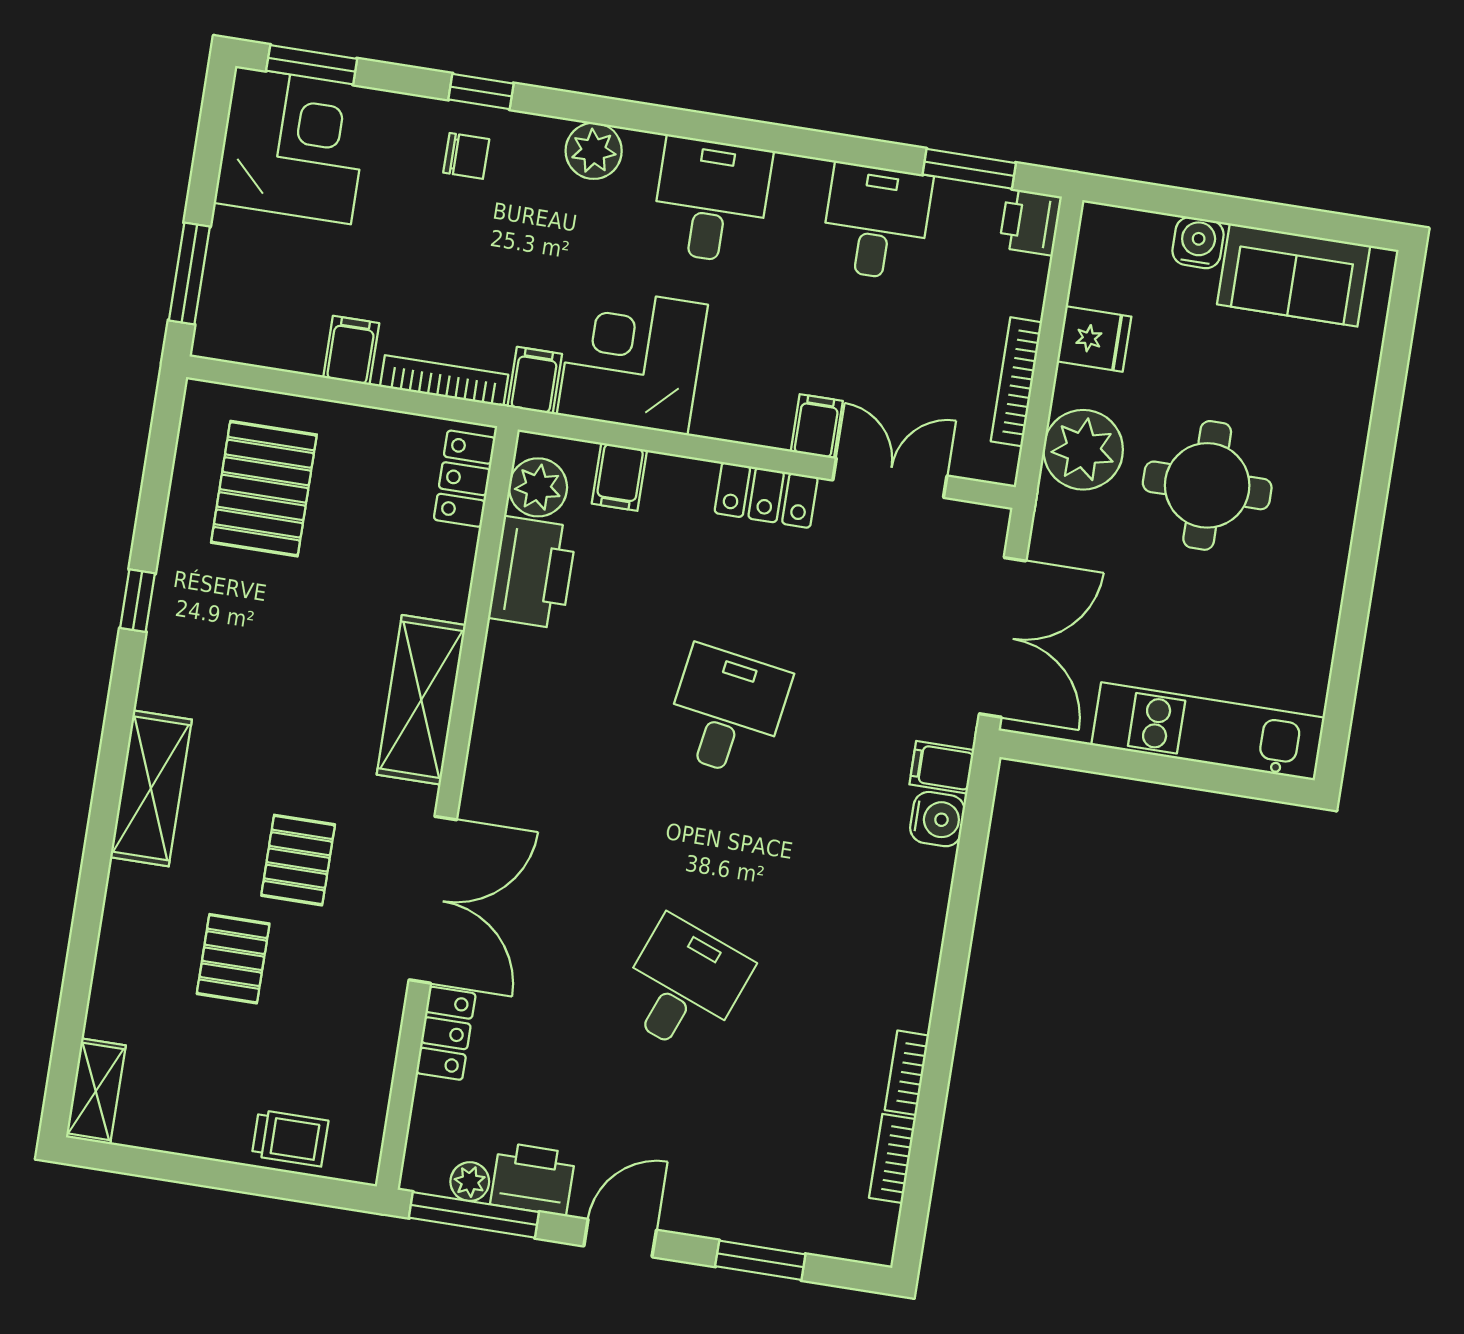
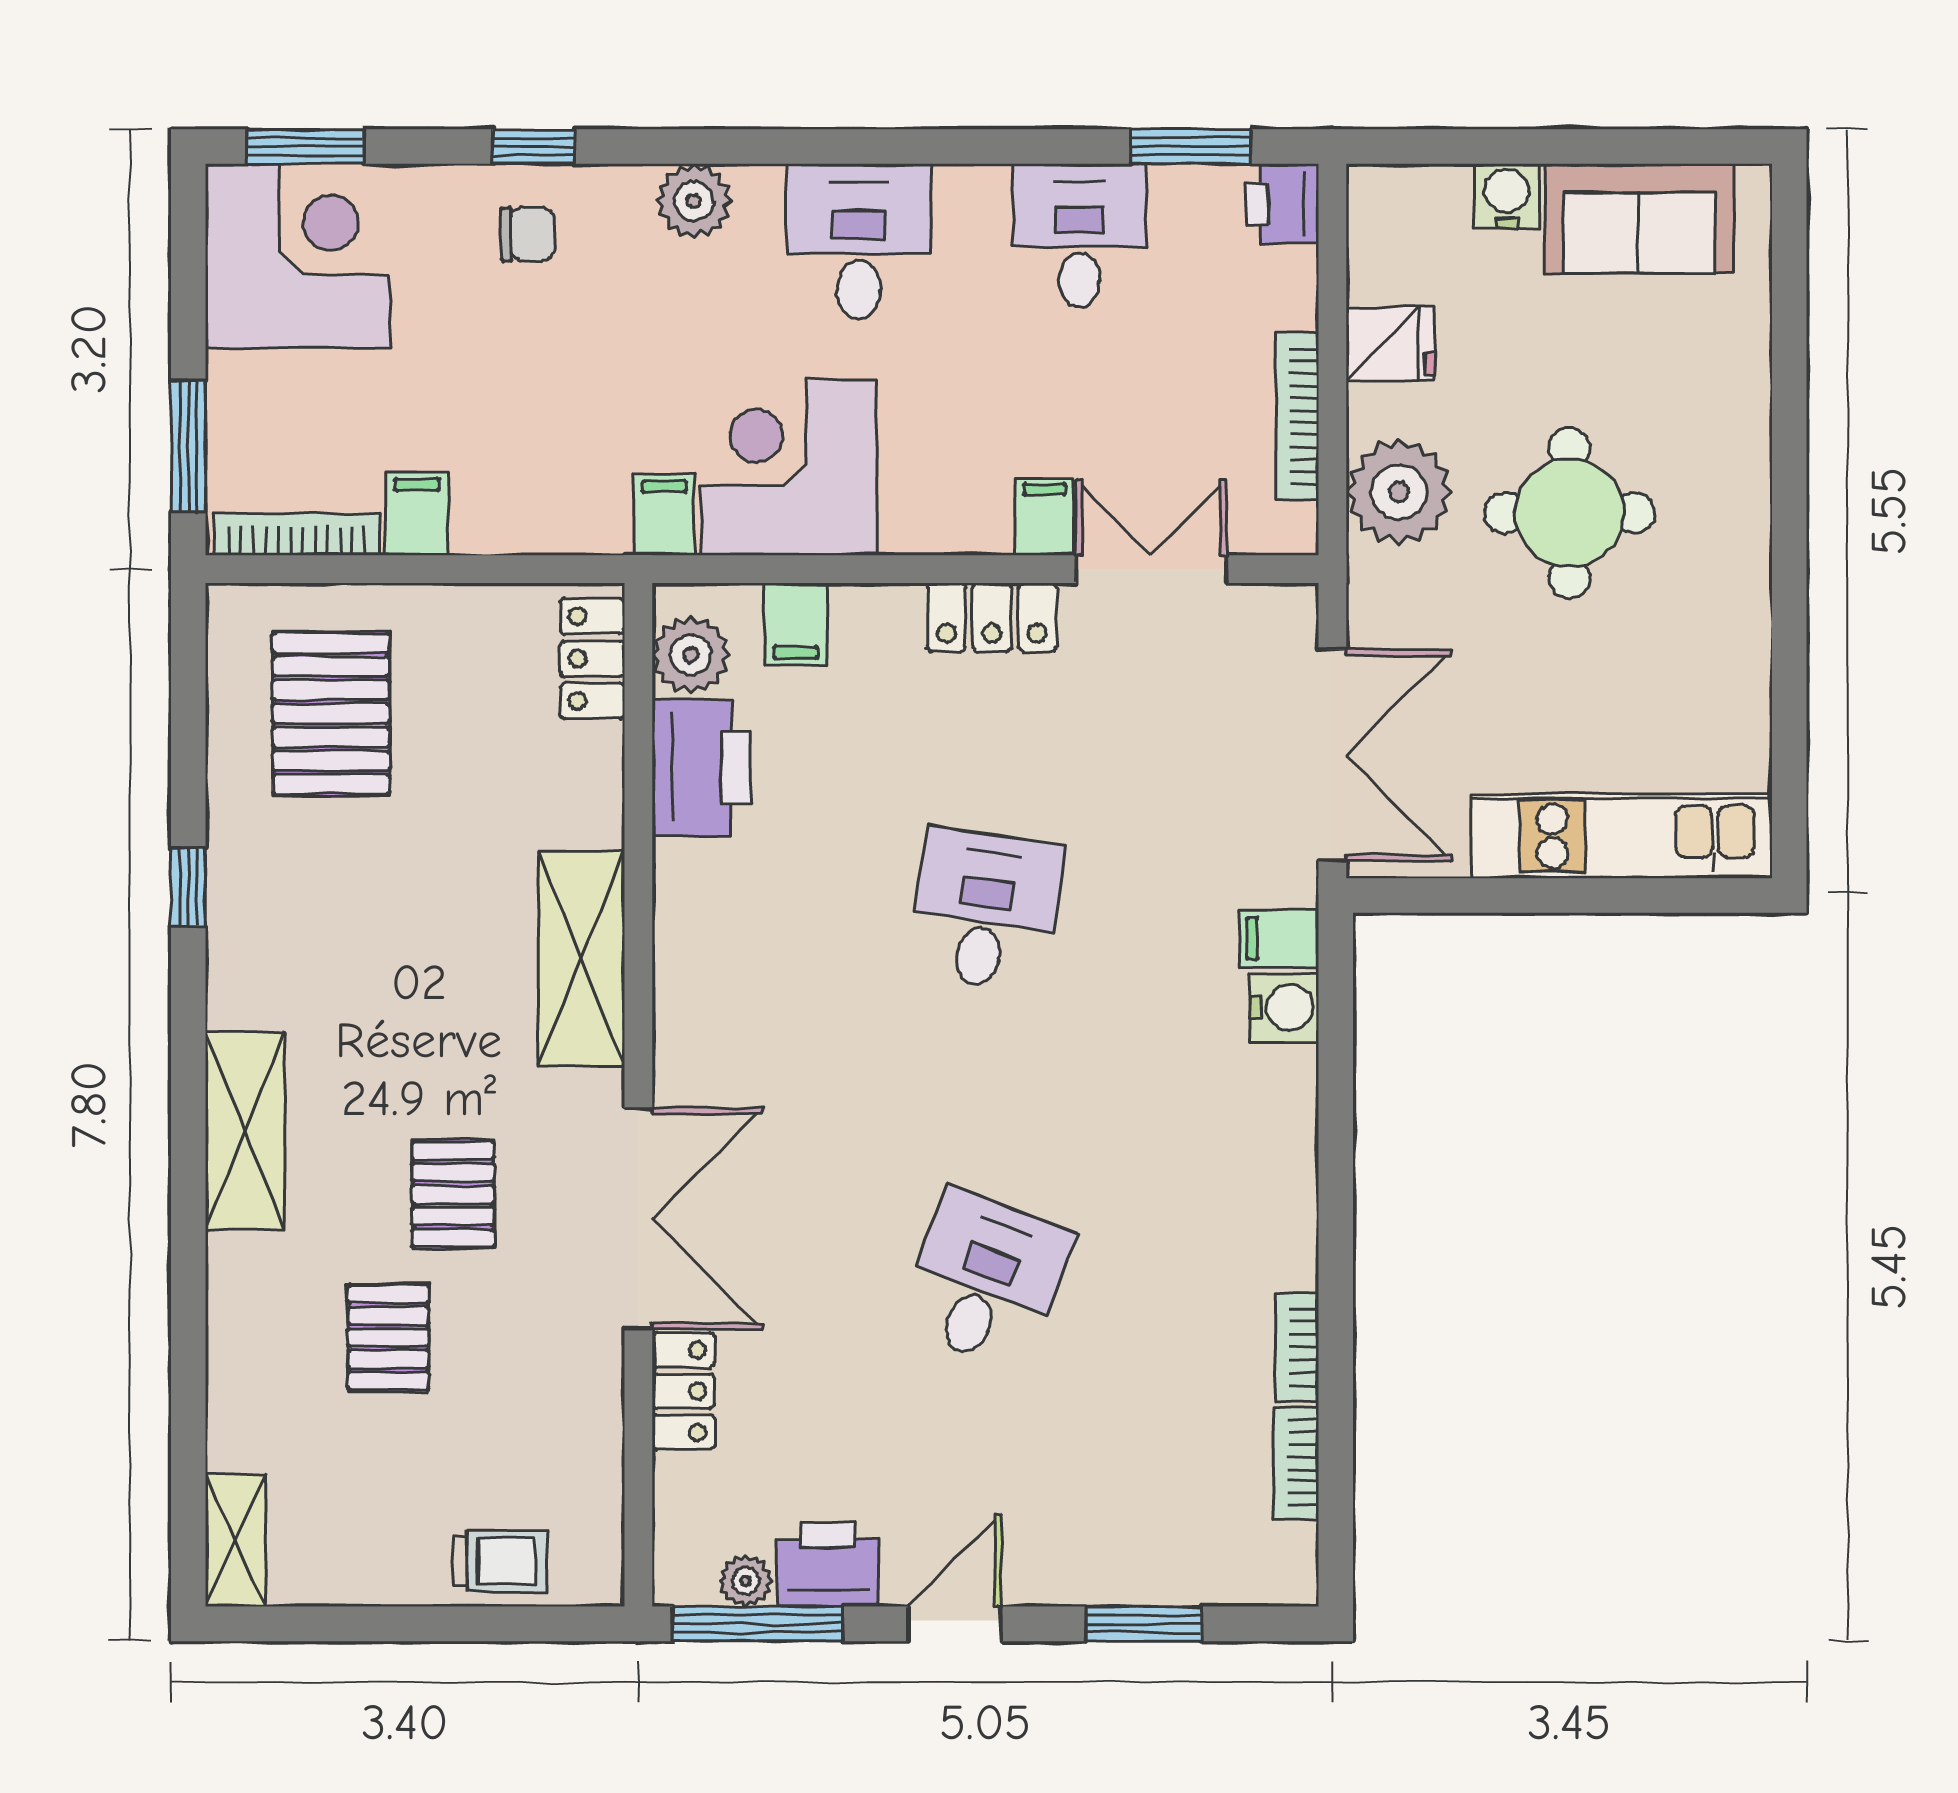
bookcase: (444, 381) -> (297, 534), moved

